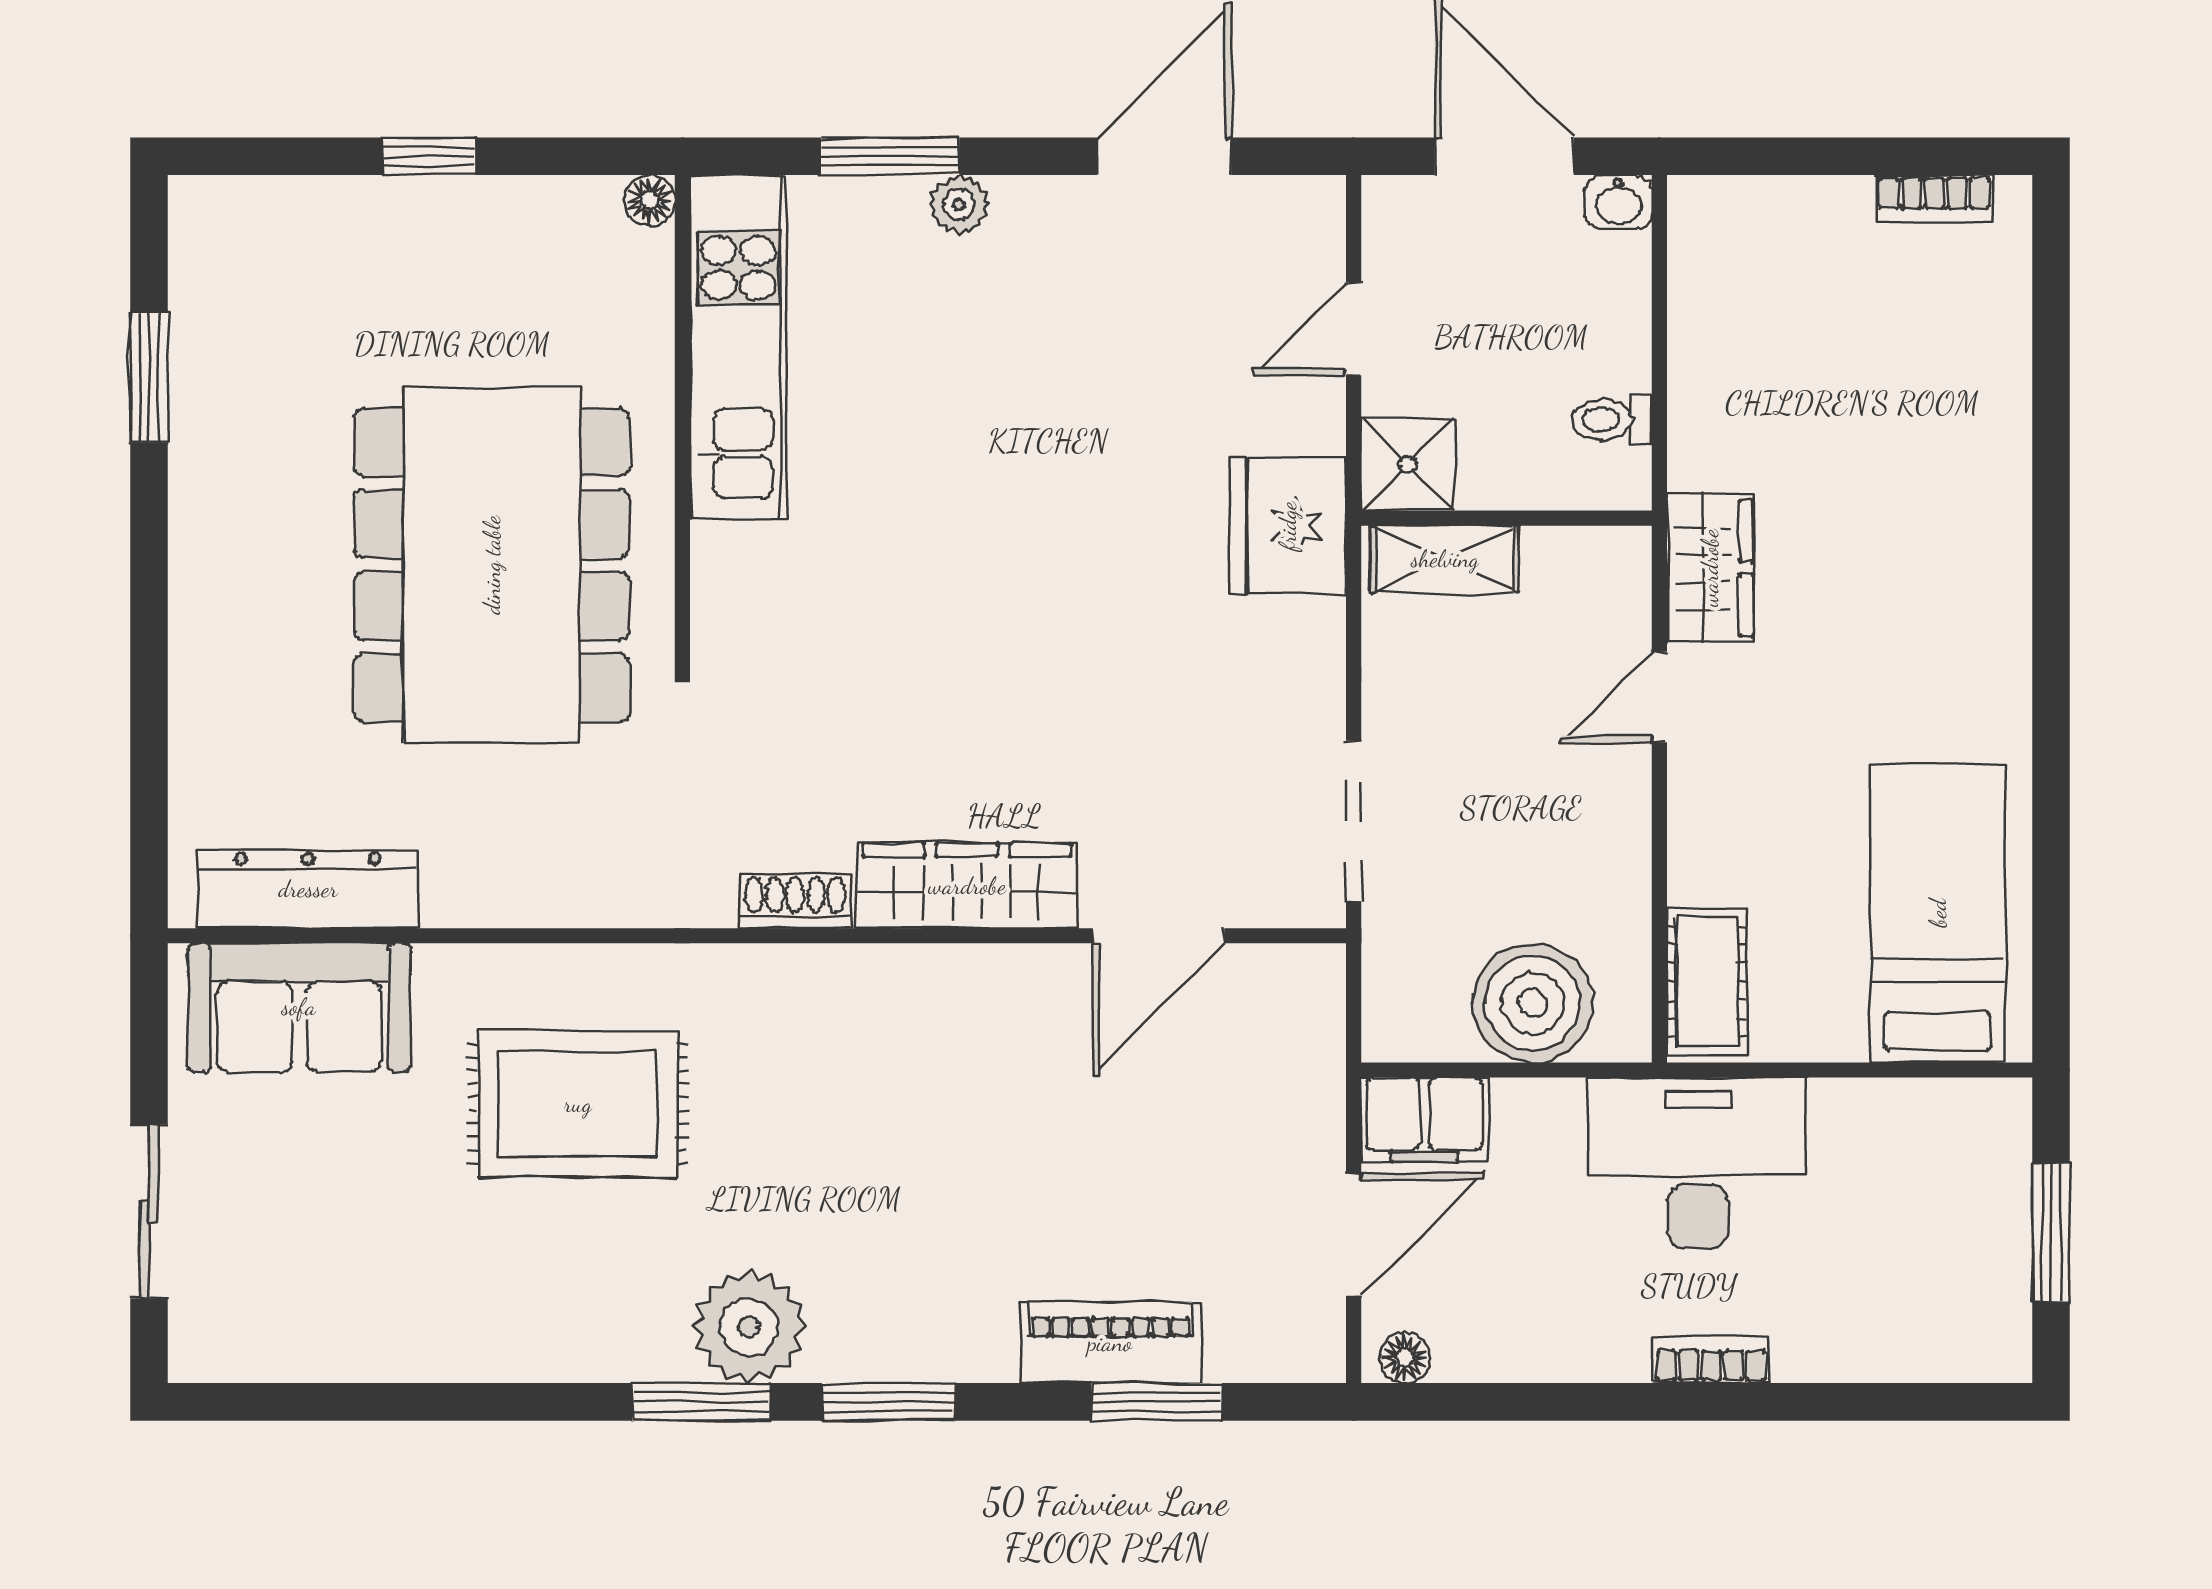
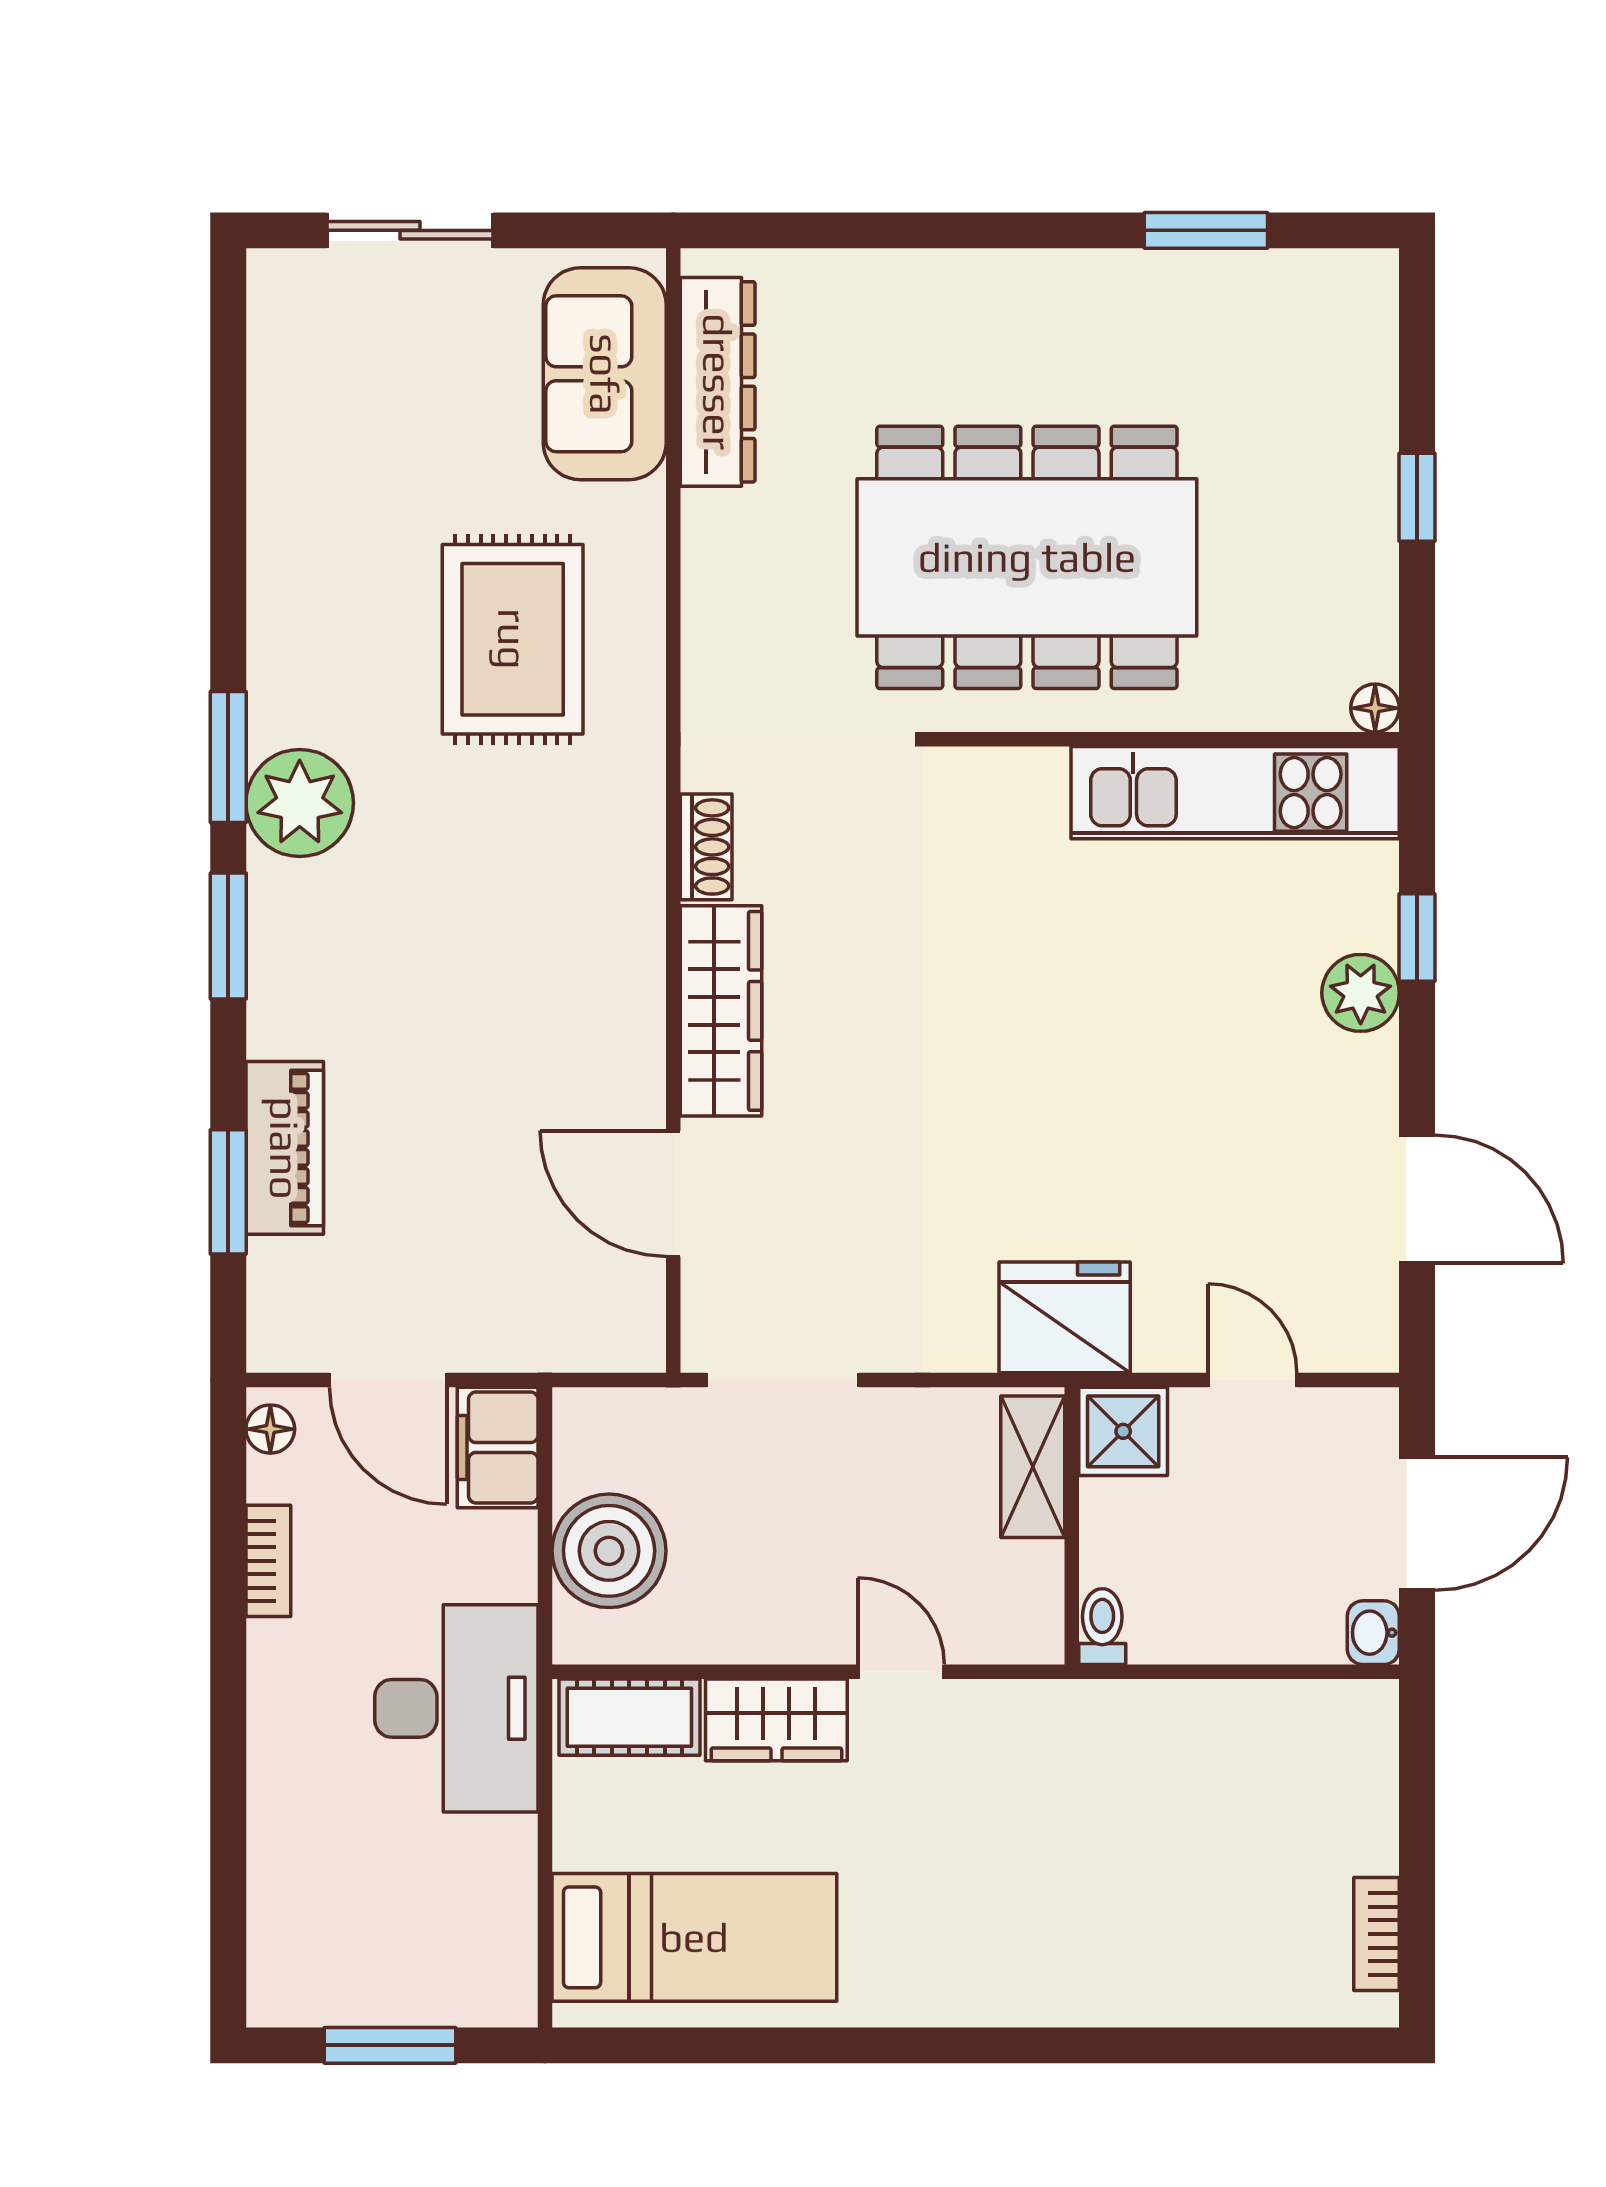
window: (890, 156) -> (1417, 938), width x0.67
plant: (959, 204) -> (1361, 993), width x1.38, depth x1.38
toilet: (1612, 420) -> (1102, 1627), moved
wardrobe: (1710, 568) -> (776, 1720), moved
bookcase: (1711, 1360) -> (268, 1561), moved

